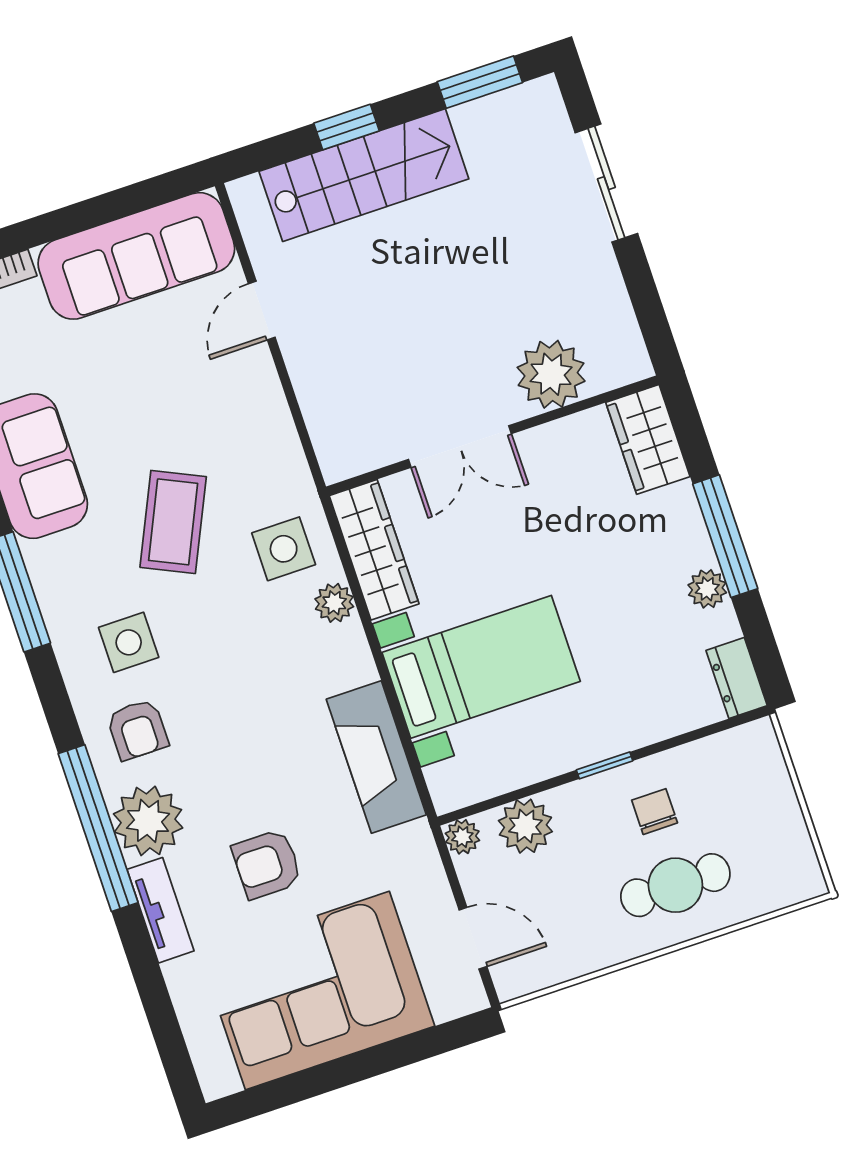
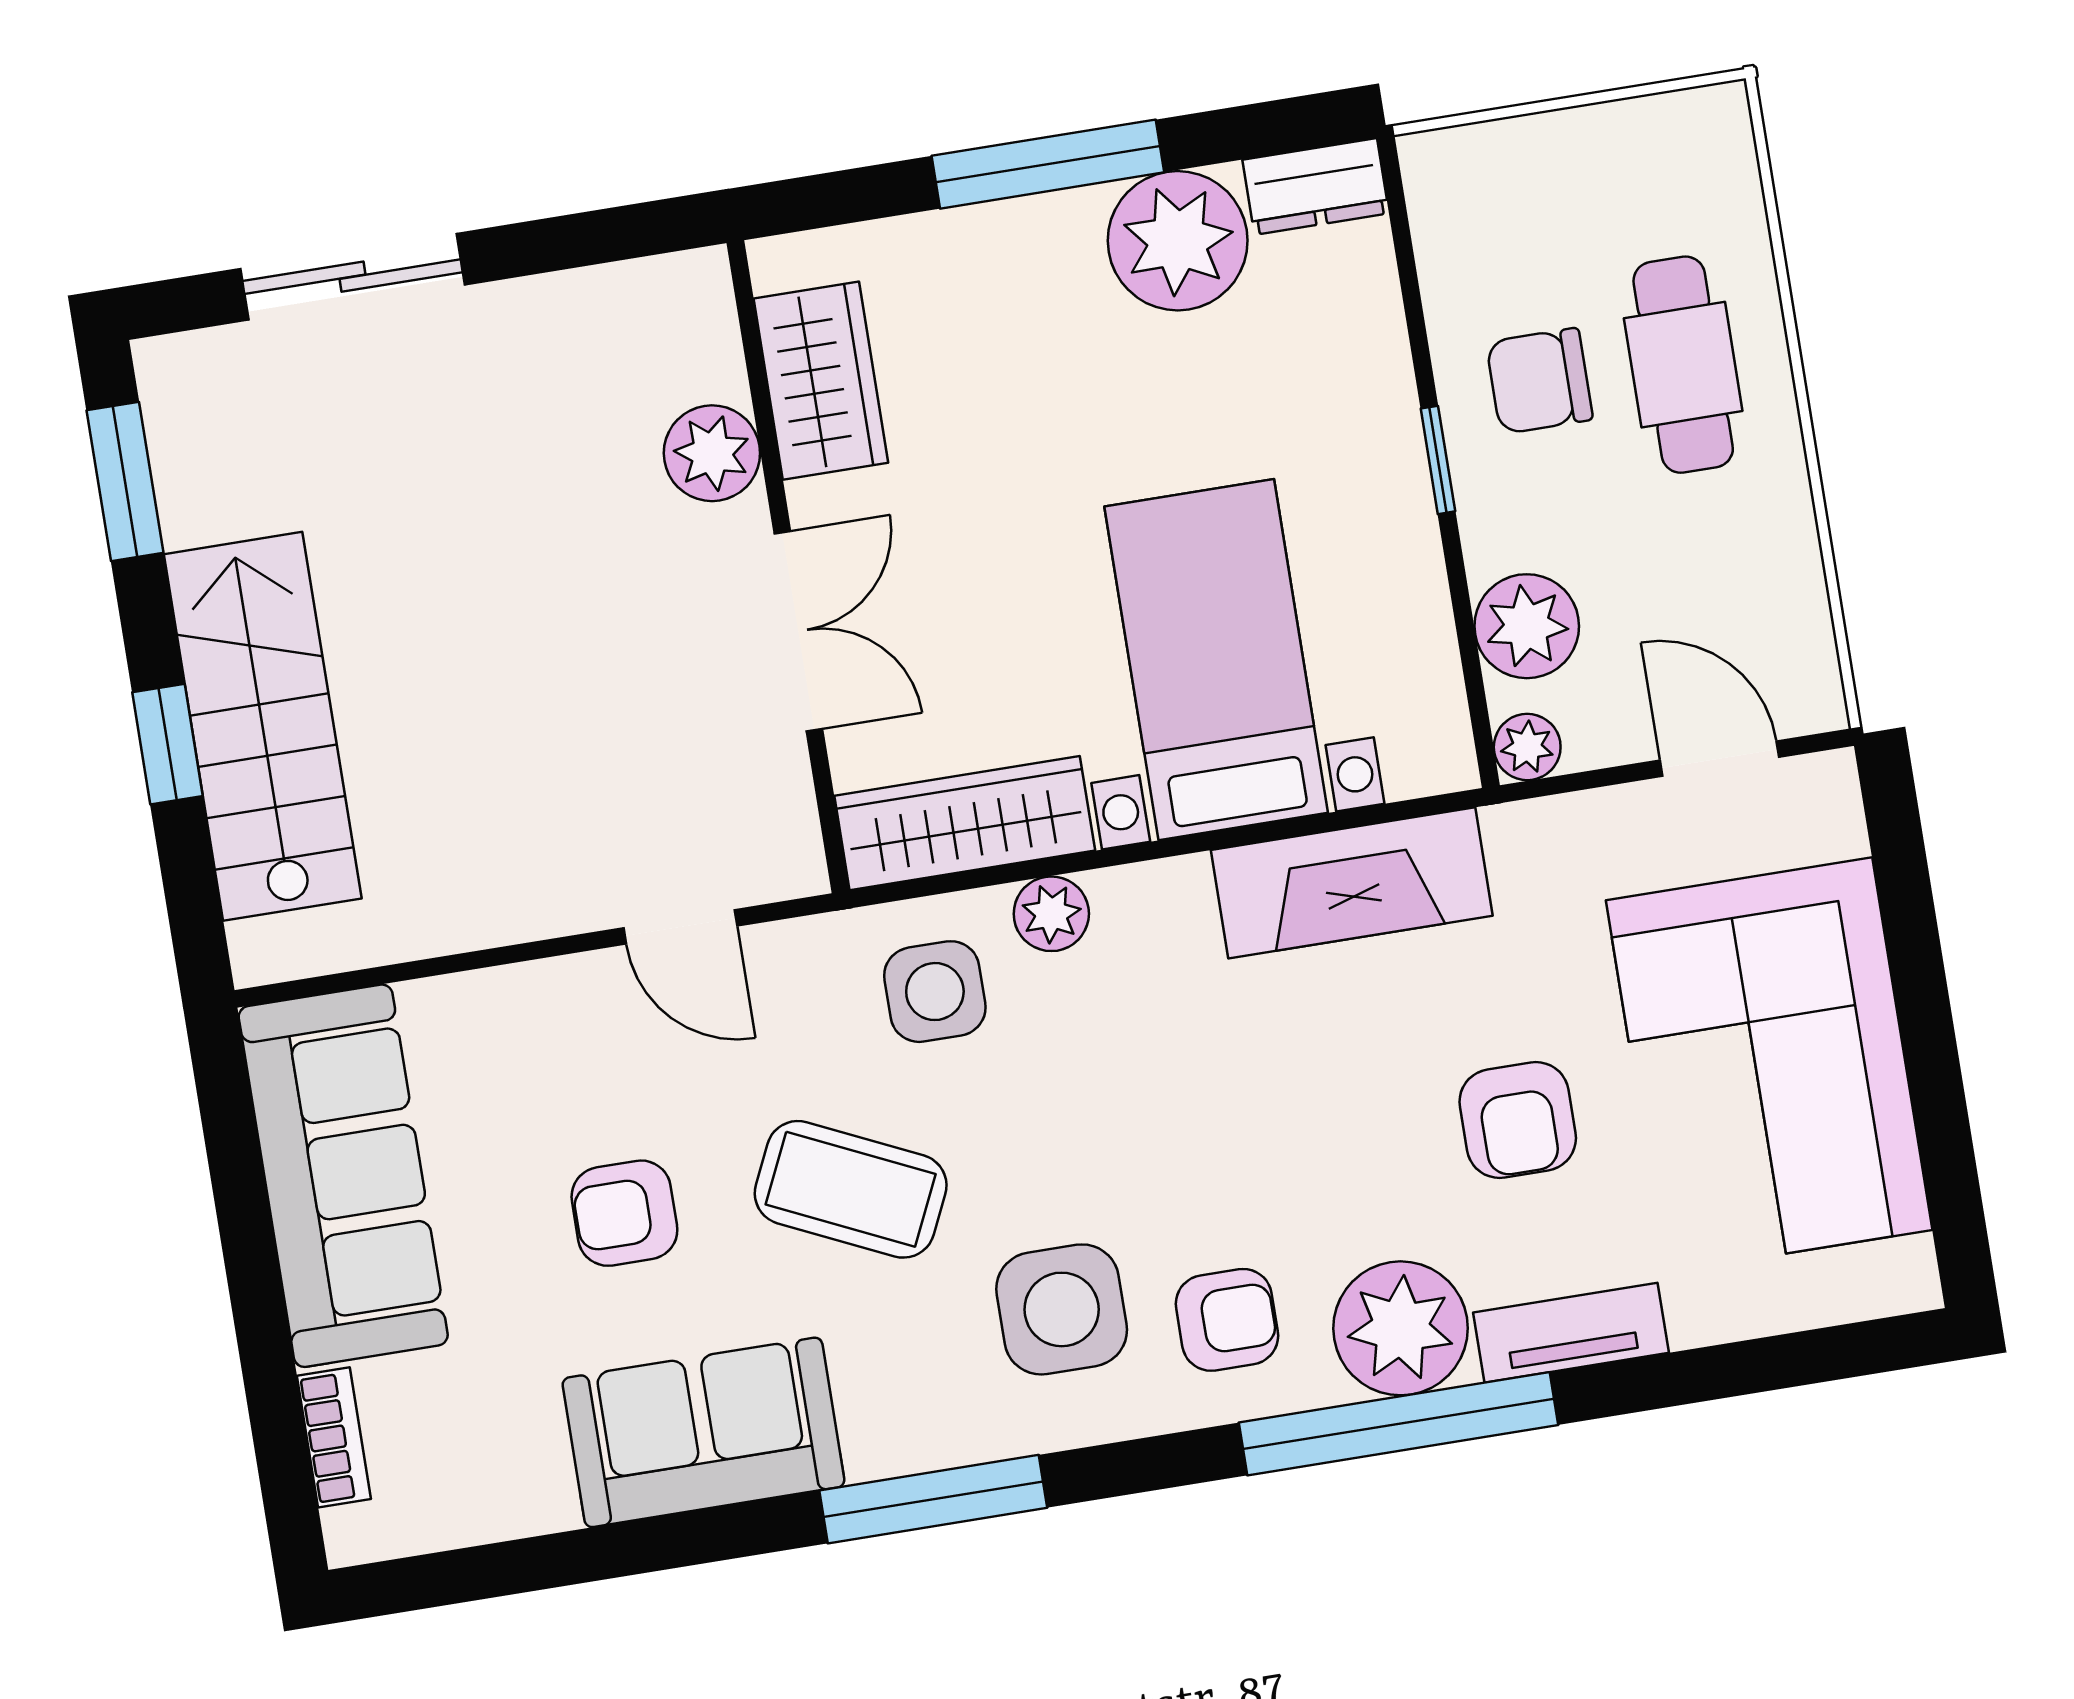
door: (262, 311) -> (680, 927), moved
plant: (551, 374) -> (712, 453), width x0.73, depth x0.73
armchair: (141, 406) -> (624, 1213), added
wardrobe: (648, 439) -> (821, 381), moved, turned -90
plant: (707, 589) -> (1178, 241), width x1.88, depth x1.88
side table: (129, 642) -> (1062, 1309), width x1.37, depth x1.37
chair: (655, 812) -> (1539, 381), width x1.37, depth x1.37
door: (473, 938) -> (1720, 759), hinge flipped

